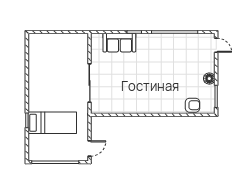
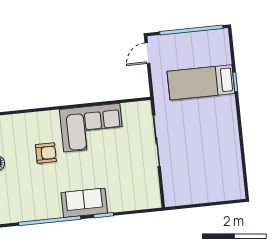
sofa: (119, 43) -> (84, 203), moved
corner sofa: (136, 98) -> (92, 128), added
armchair: (192, 105) -> (46, 153), moved, turned 180

